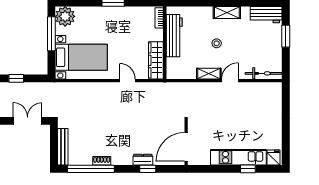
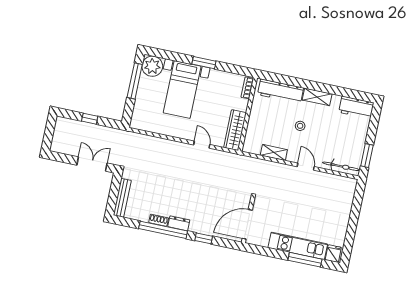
workbench: (174, 36) -> (281, 91), moved, turned 90
window: (286, 36) -> (367, 156), moved
bed with nightstands: (81, 57) -> (182, 90), moved, turned 90
shelving: (209, 74) -> (274, 152), moved
door: (230, 81) -> (306, 167), hinge flipped
dresser: (143, 160) -> (179, 223), moved
window: (91, 169) -> (163, 230), moved
window: (248, 169) -> (305, 260), width x2.17

